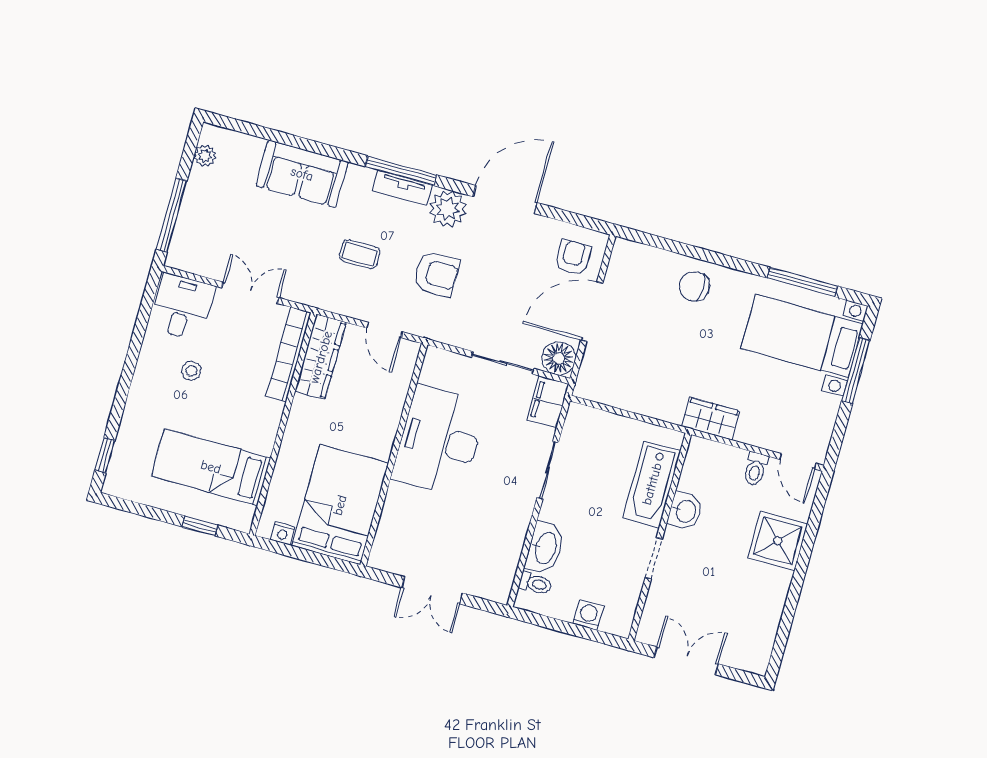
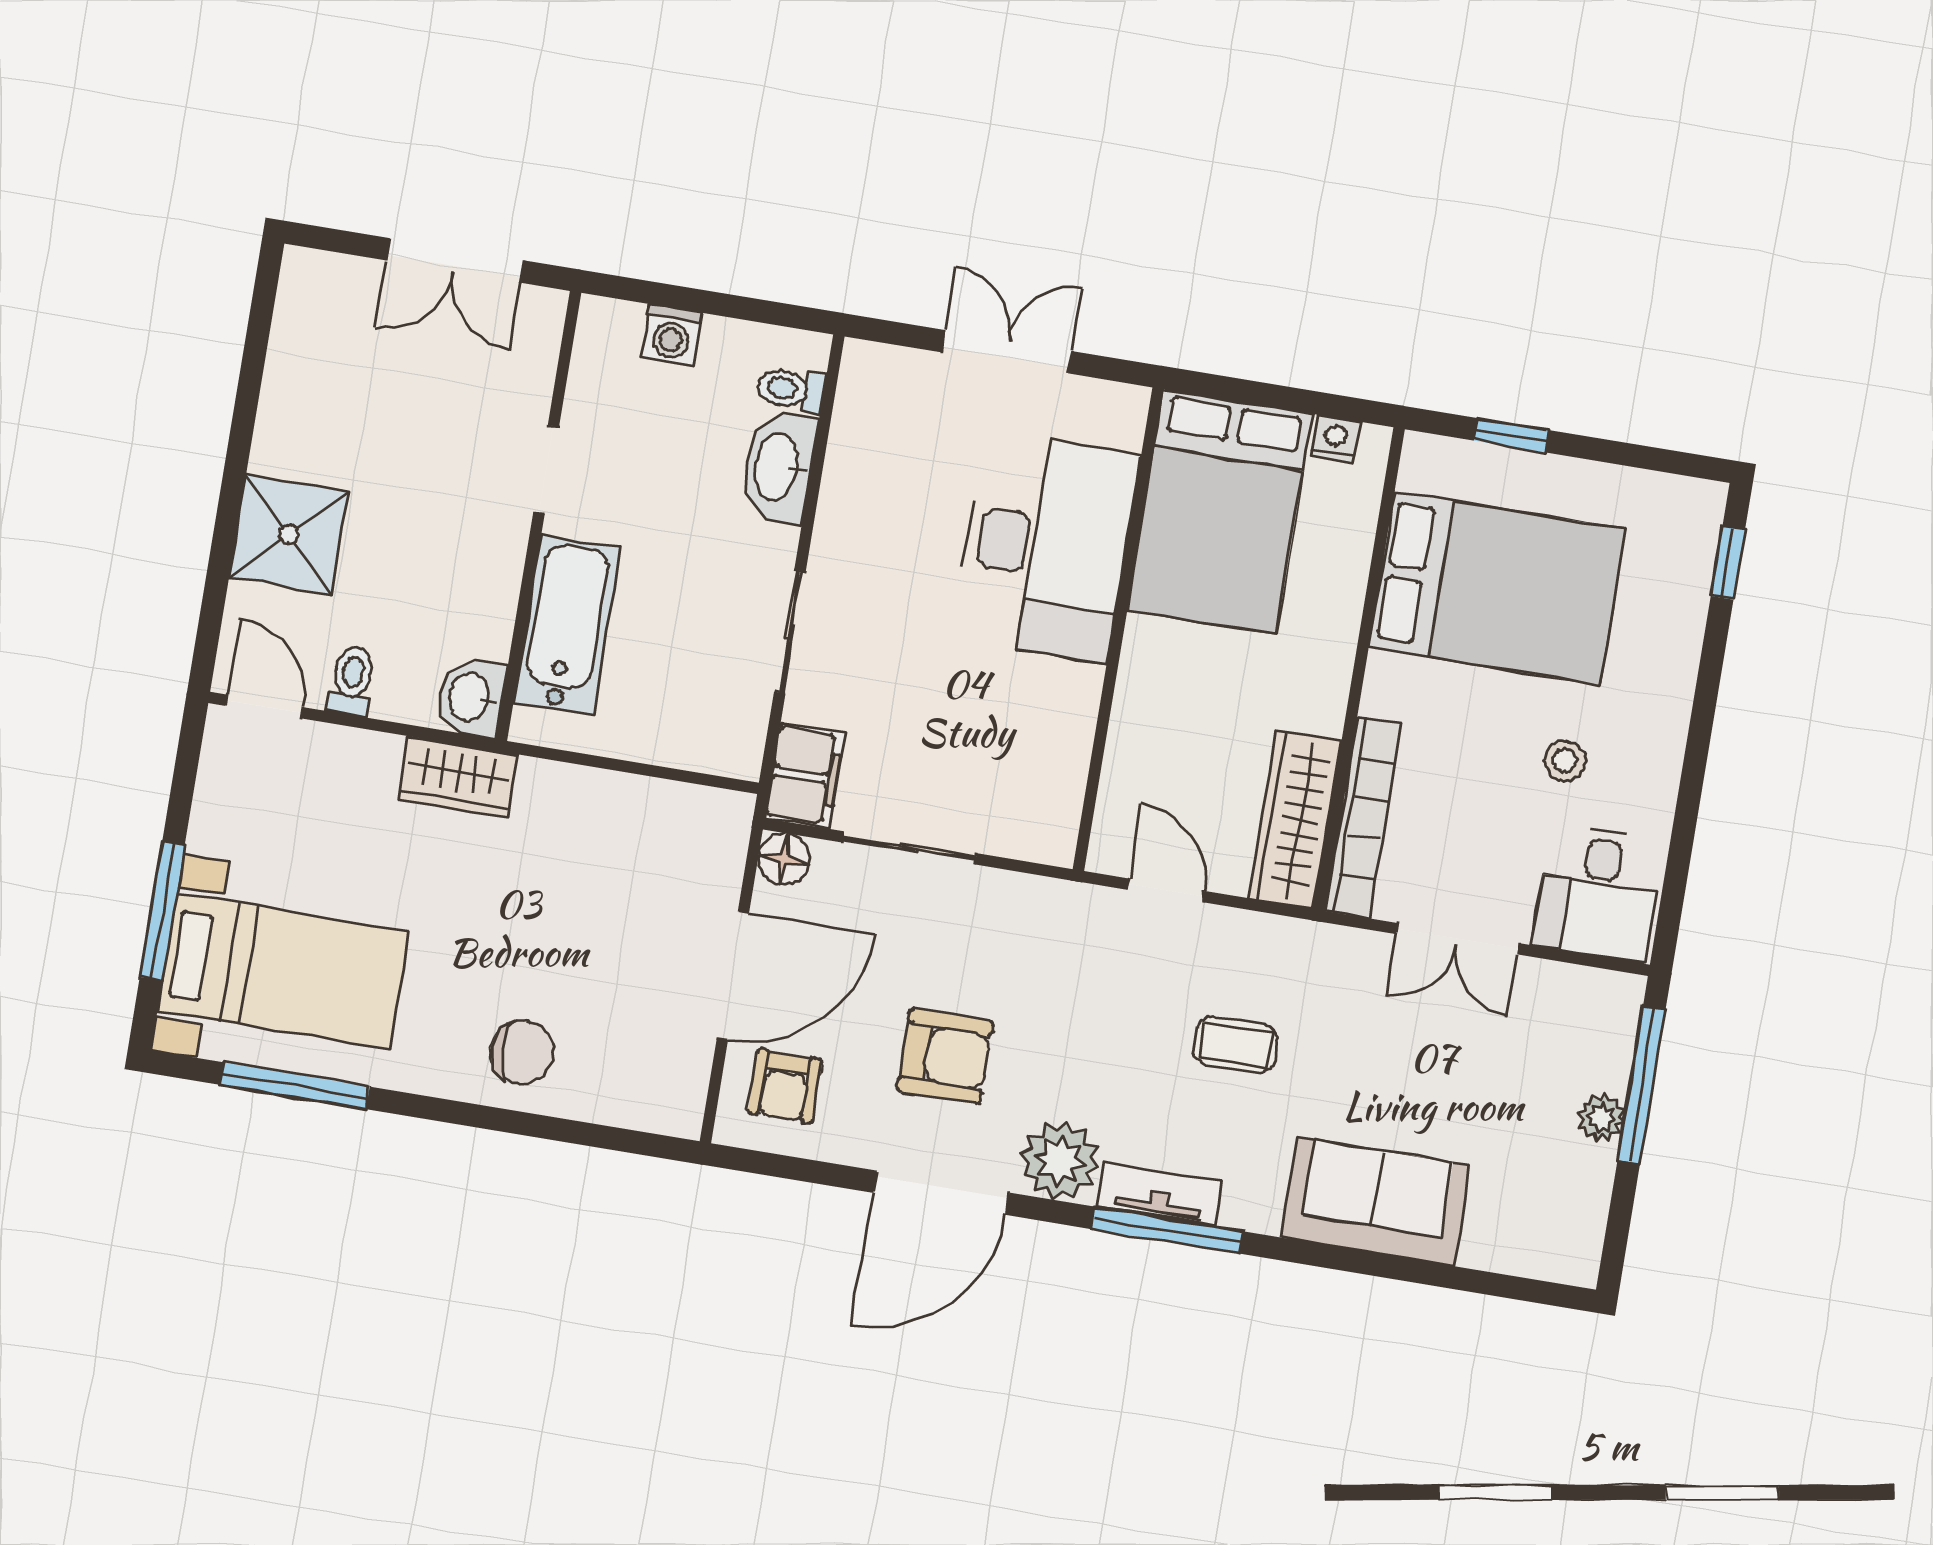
plant: (205, 156) -> (1601, 1118), moved
armchair: (436, 274) -> (945, 1056), moved, turned 180
floor lamp: (559, 358) -> (784, 859), width x0.73, depth x0.73
desk: (439, 441) -> (1046, 547), moved
bed: (211, 467) -> (1497, 588), width x1.50
washbasin: (685, 511) -> (471, 697), moved

